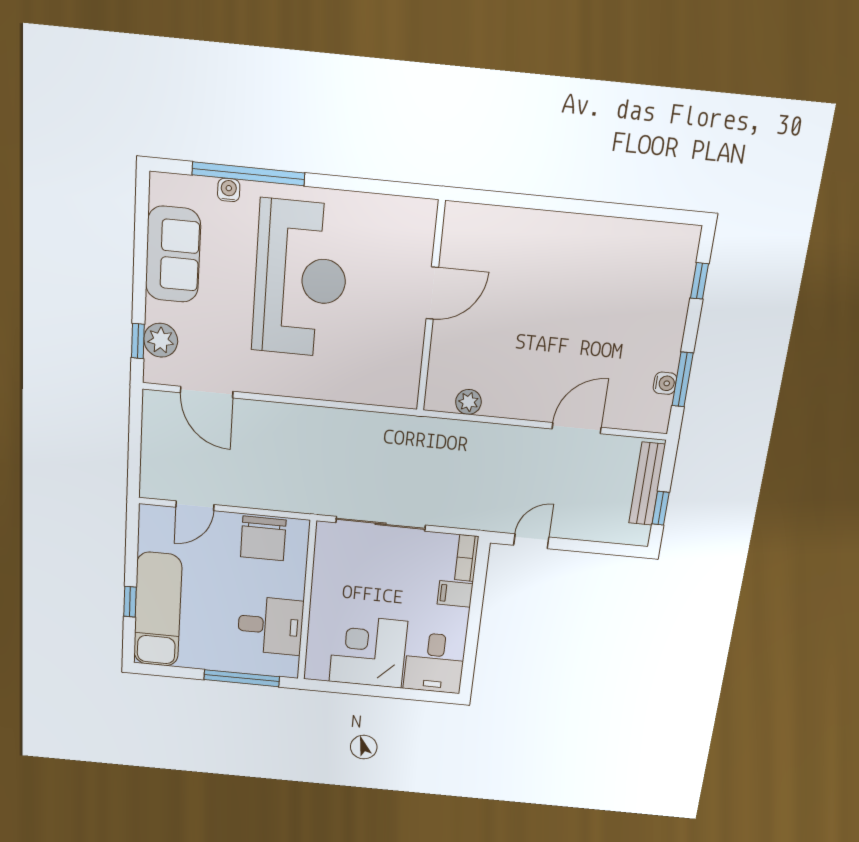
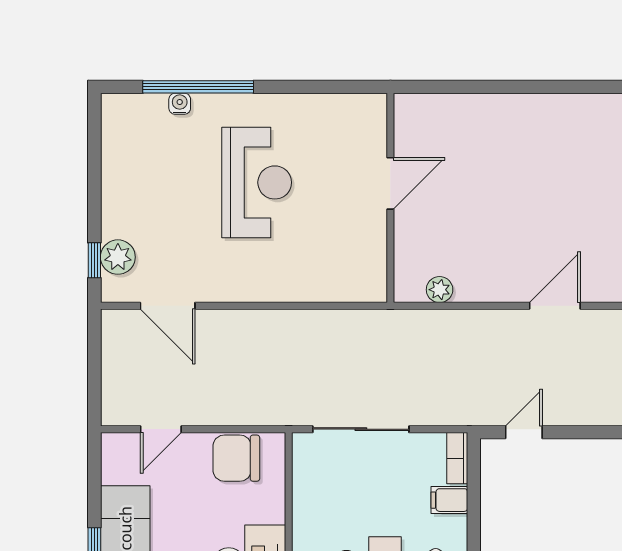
sofa: (173, 254) -> (127, 171), removed
reception desk: (300, 279) -> (257, 182), width x0.74, depth x0.77
chair: (263, 538) -> (236, 458), turned 90

